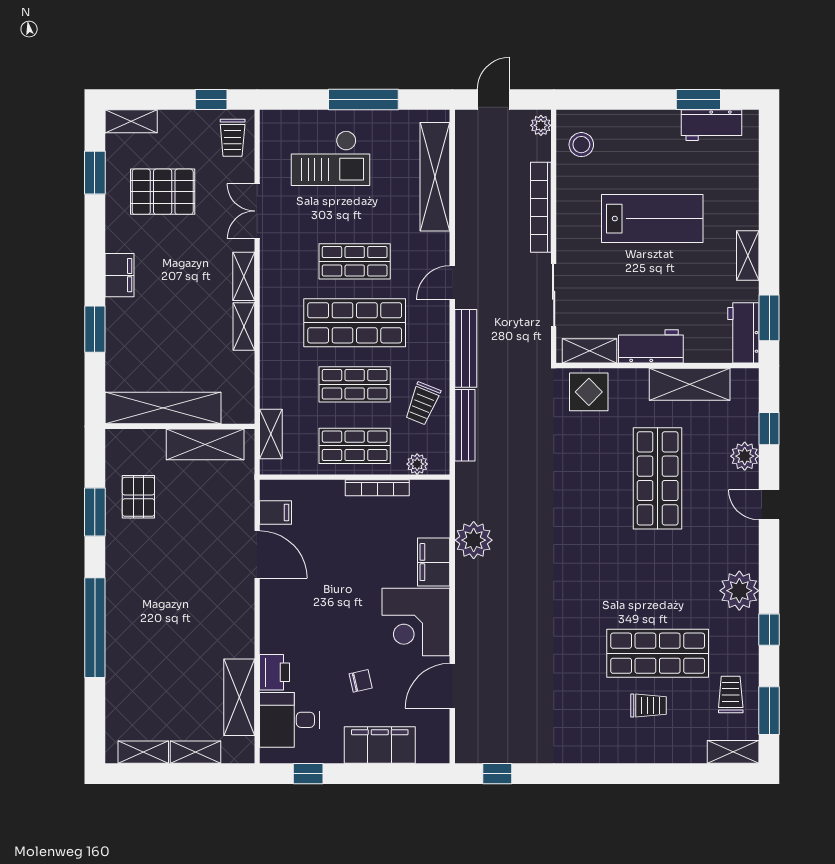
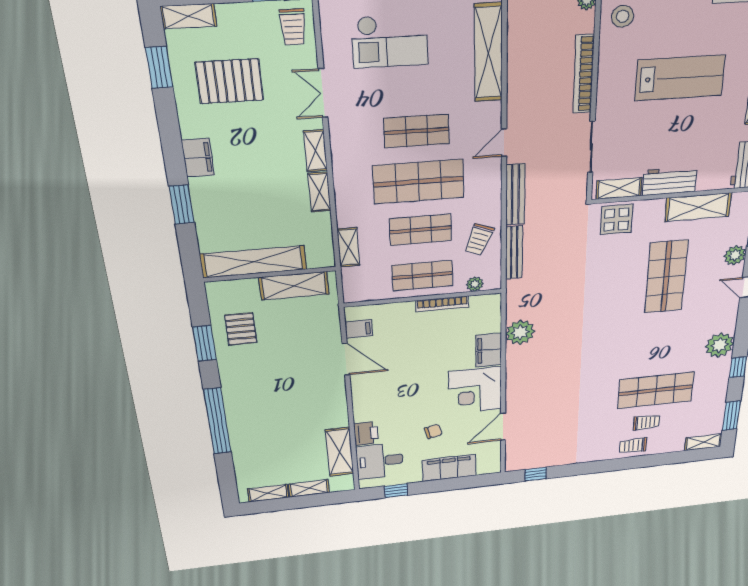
shelving: (271, 434) -> (348, 247), moved
trolley: (731, 694) -> (633, 446), moved, turned -90

